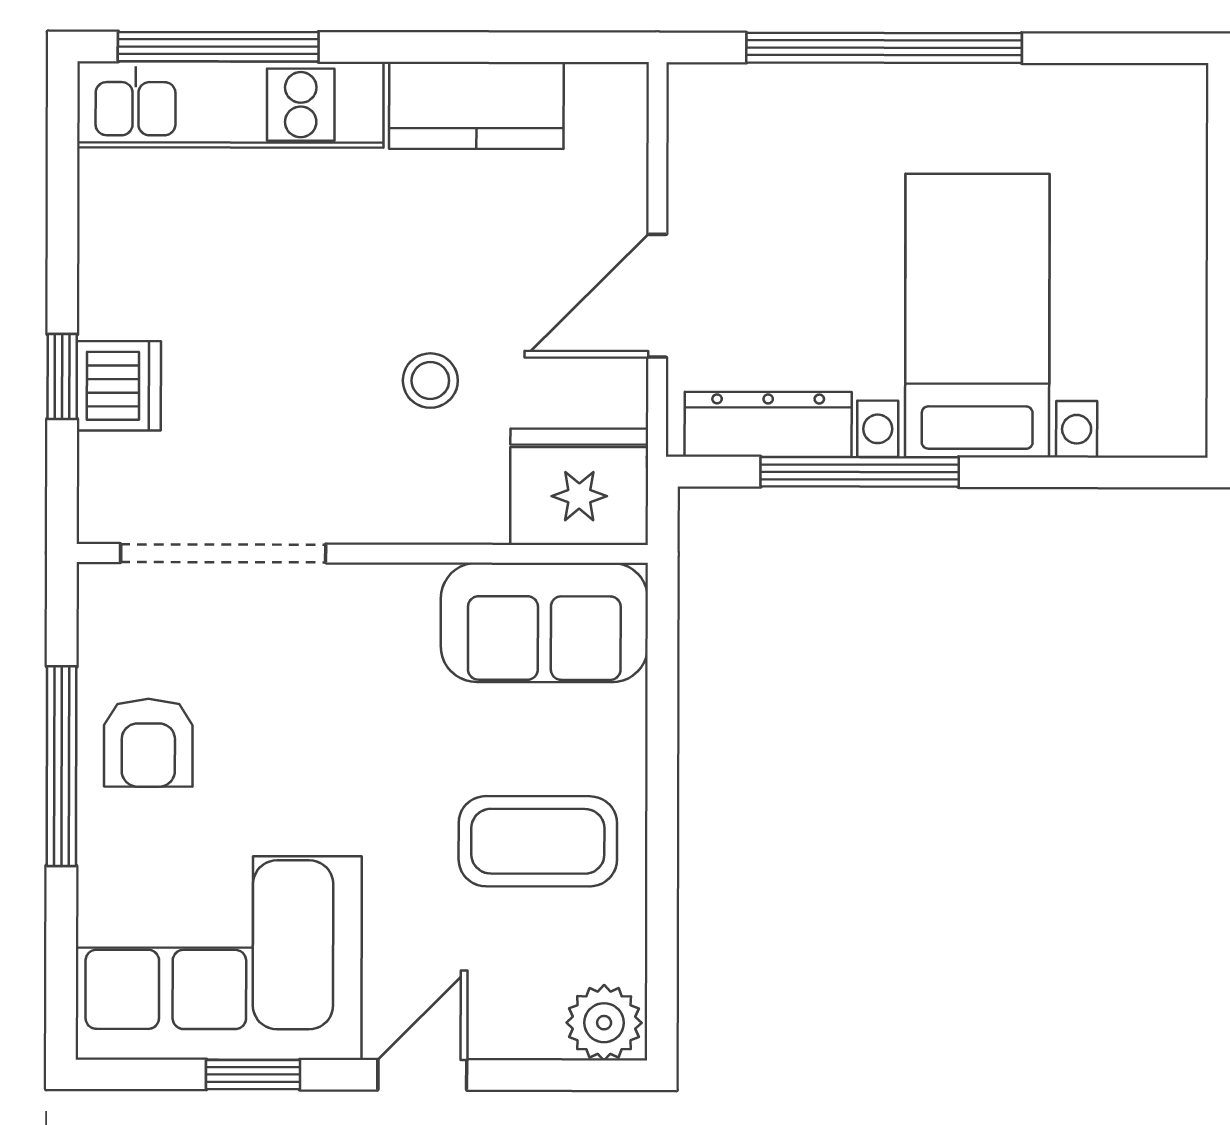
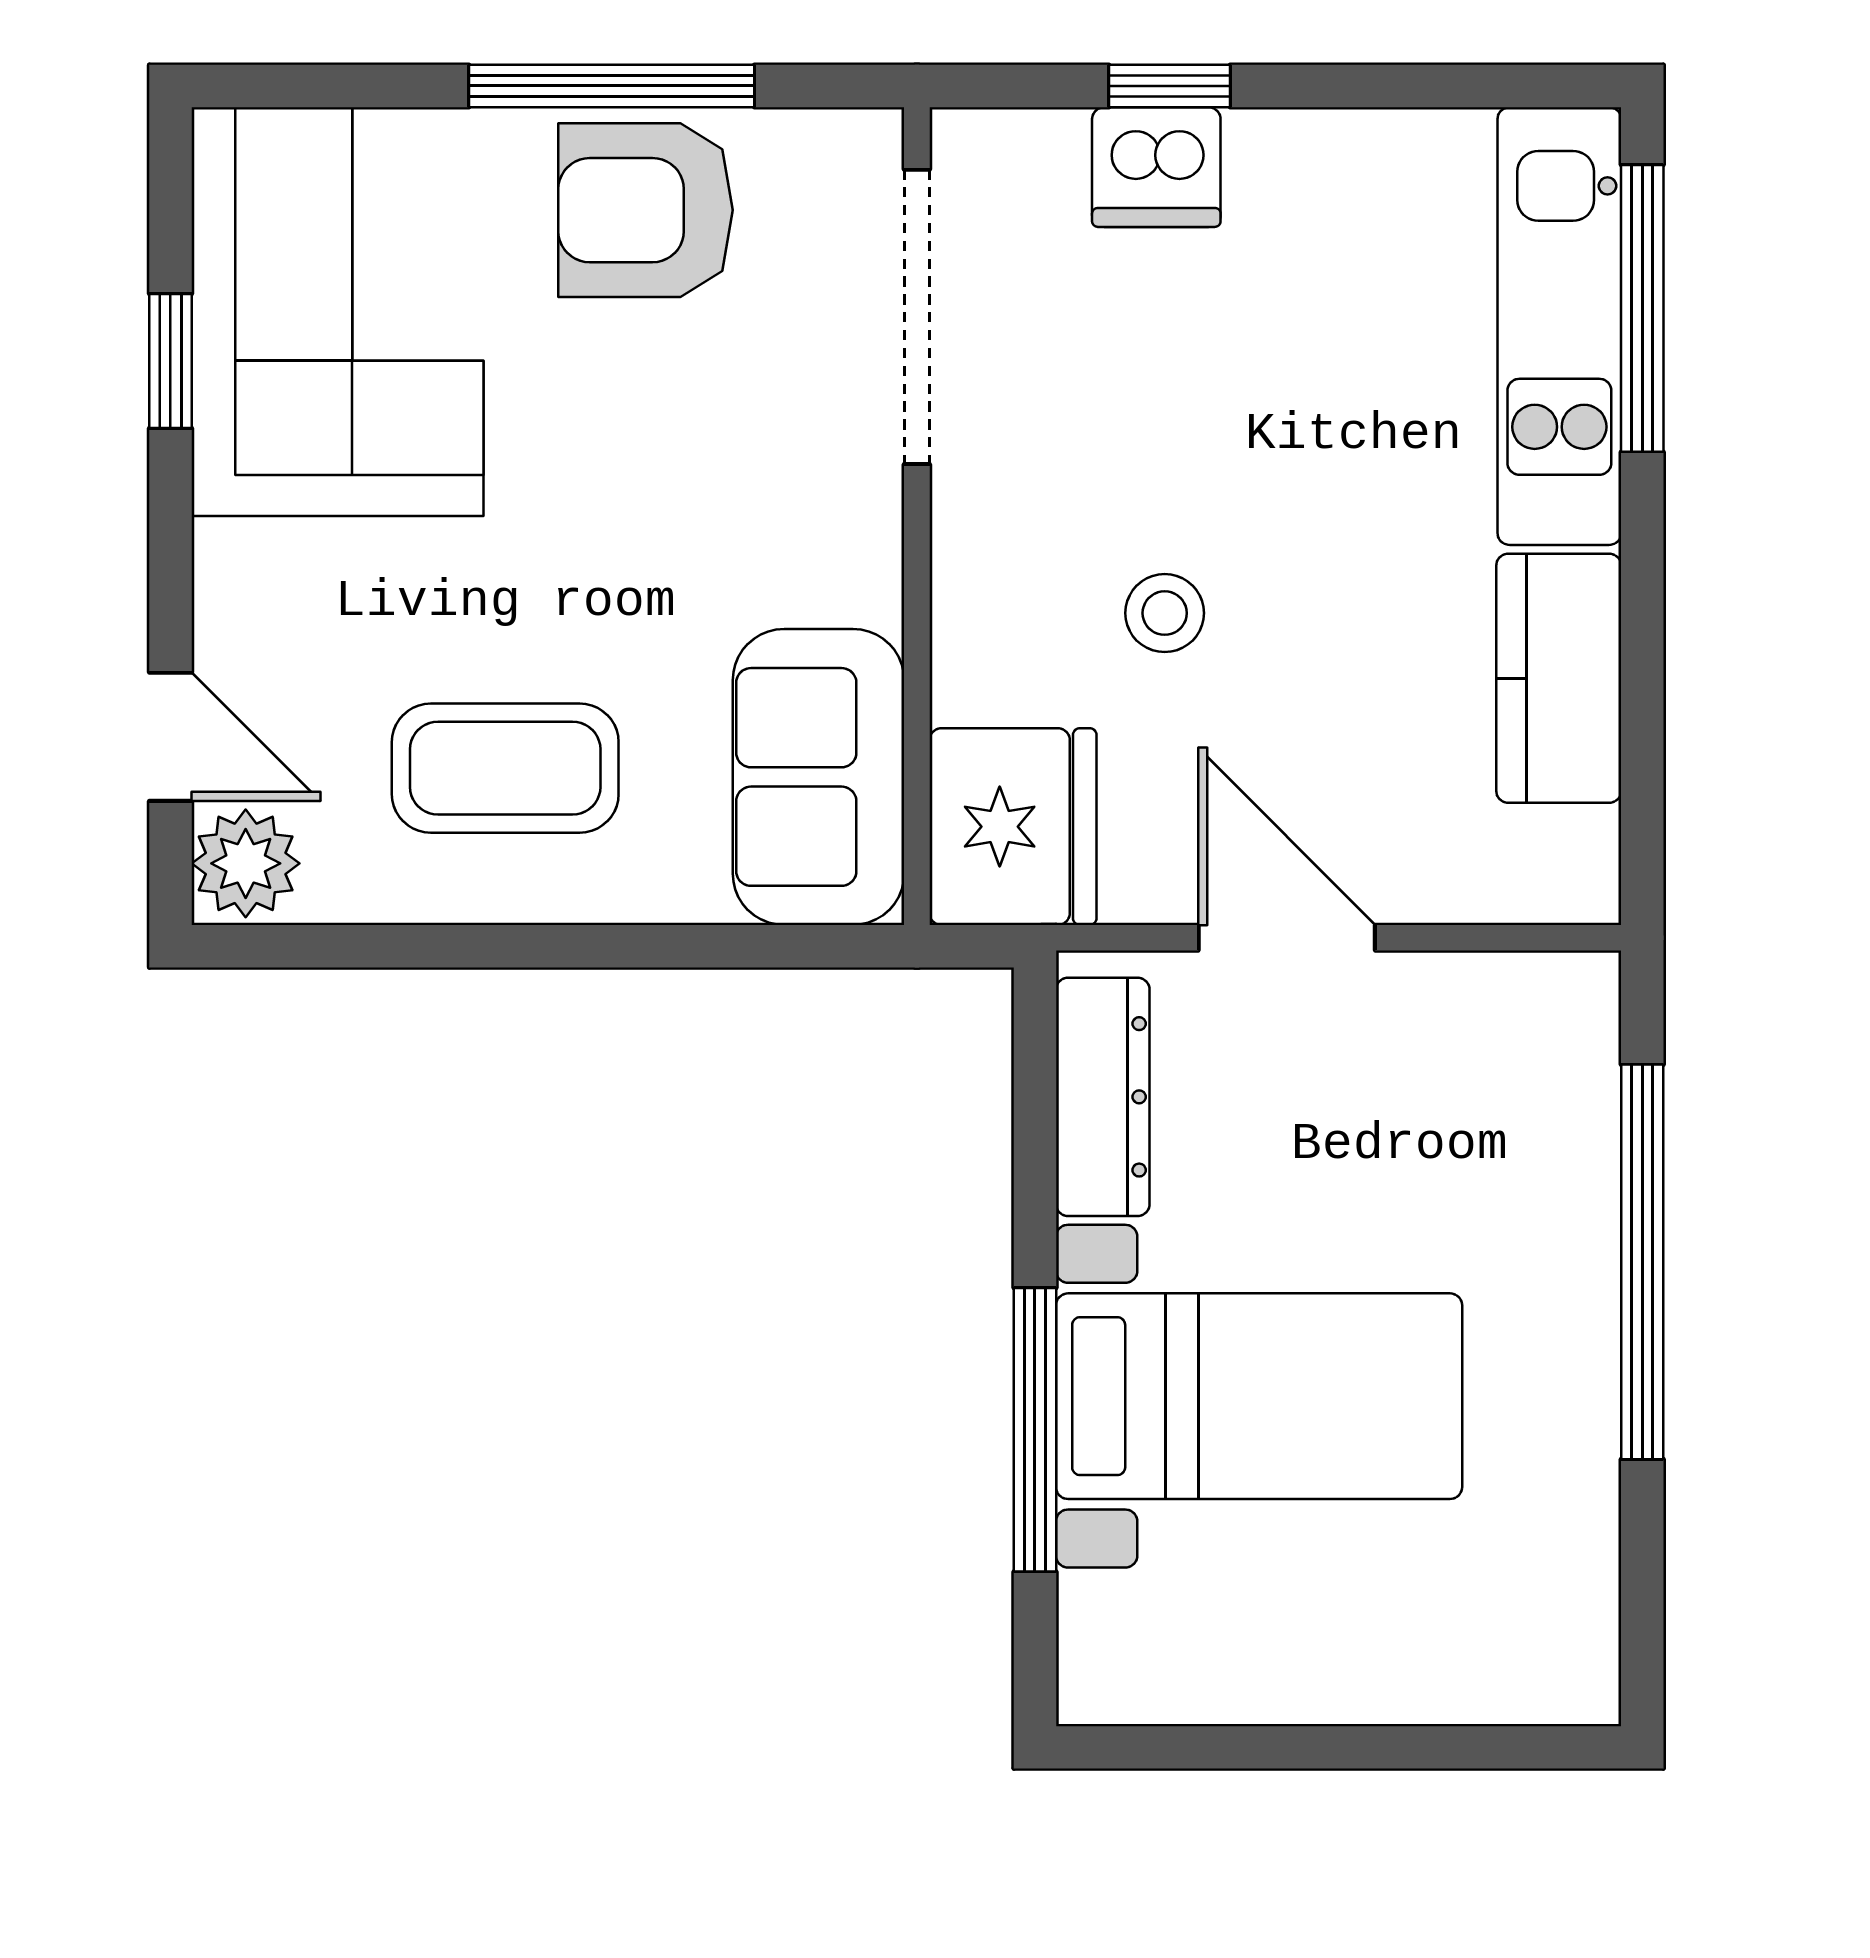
window: (860, 472) -> (1035, 1430), moved
armchair: (148, 743) -> (645, 210), width x1.38, depth x1.38
coffee table: (538, 841) -> (505, 768), turned 90
door: (422, 1075) -> (170, 737), moved

